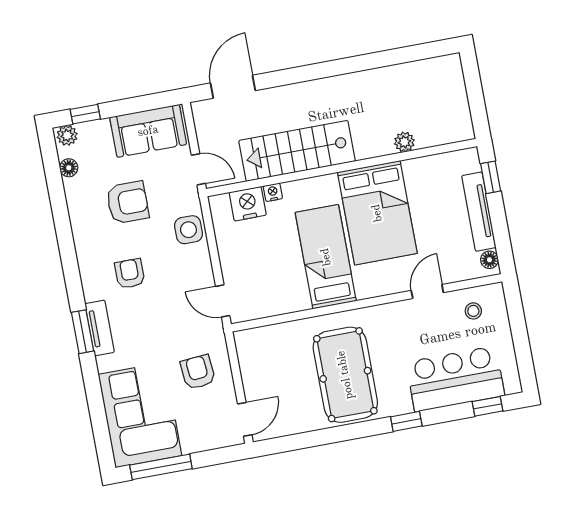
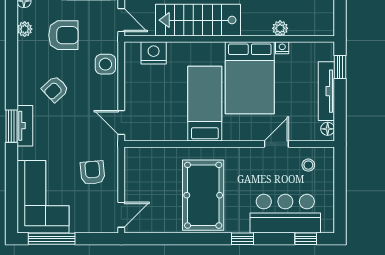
nightstand: (273, 192) -> (282, 48), moved
plant: (76, 204) -> (25, 29), added
armchair: (130, 274) -> (55, 89), turned -133

